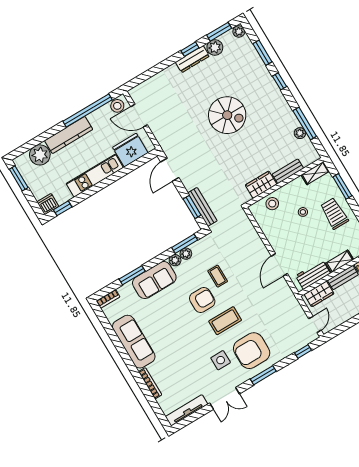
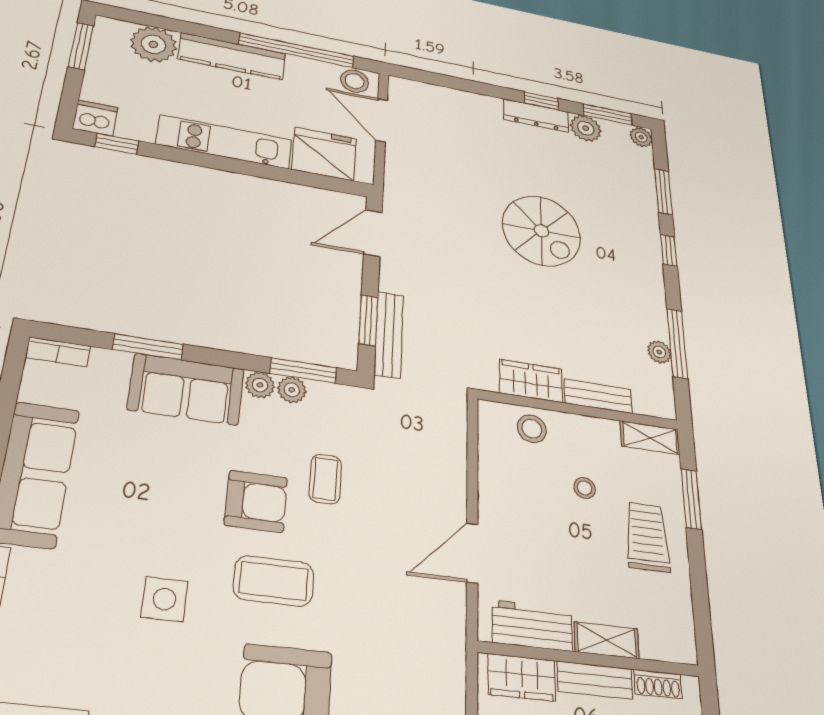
side table: (221, 360) -> (164, 599), moved

